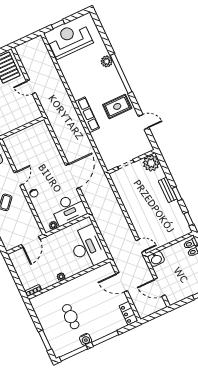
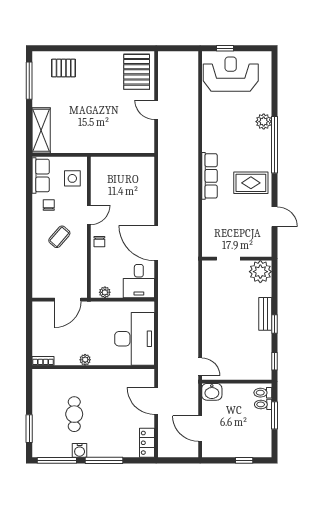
door: (72, 176) -> (156, 243), swing flipped
desk: (69, 209) -> (139, 281), width x0.73

